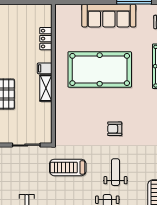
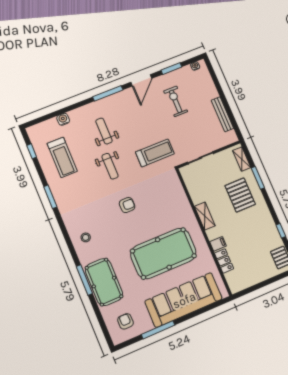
sofa: (109, 16) -> (184, 300), width x1.36, depth x1.27
filing cabinet: (45, 68) -> (218, 244), moved

